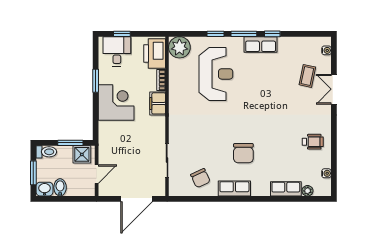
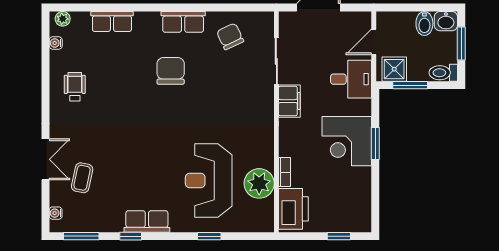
window: (244, 34) -> (81, 236), moved
plant: (179, 47) -> (259, 183), moved
desk: (117, 51) -> (351, 79), moved, turned -90
window: (96, 81) -> (375, 143), moved
filing cabinet: (158, 103) -> (289, 101), moved
wheelchair: (313, 142) -> (75, 87), turned 90
plant: (307, 191) -> (63, 19), moved

